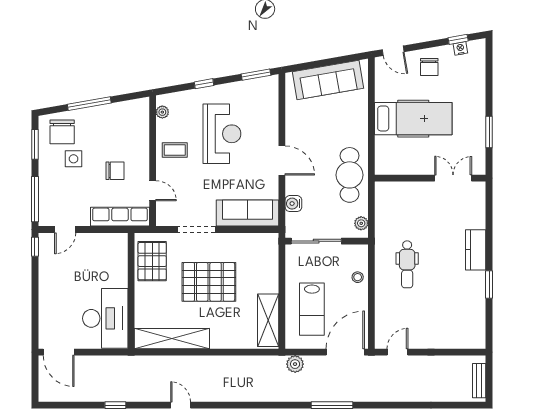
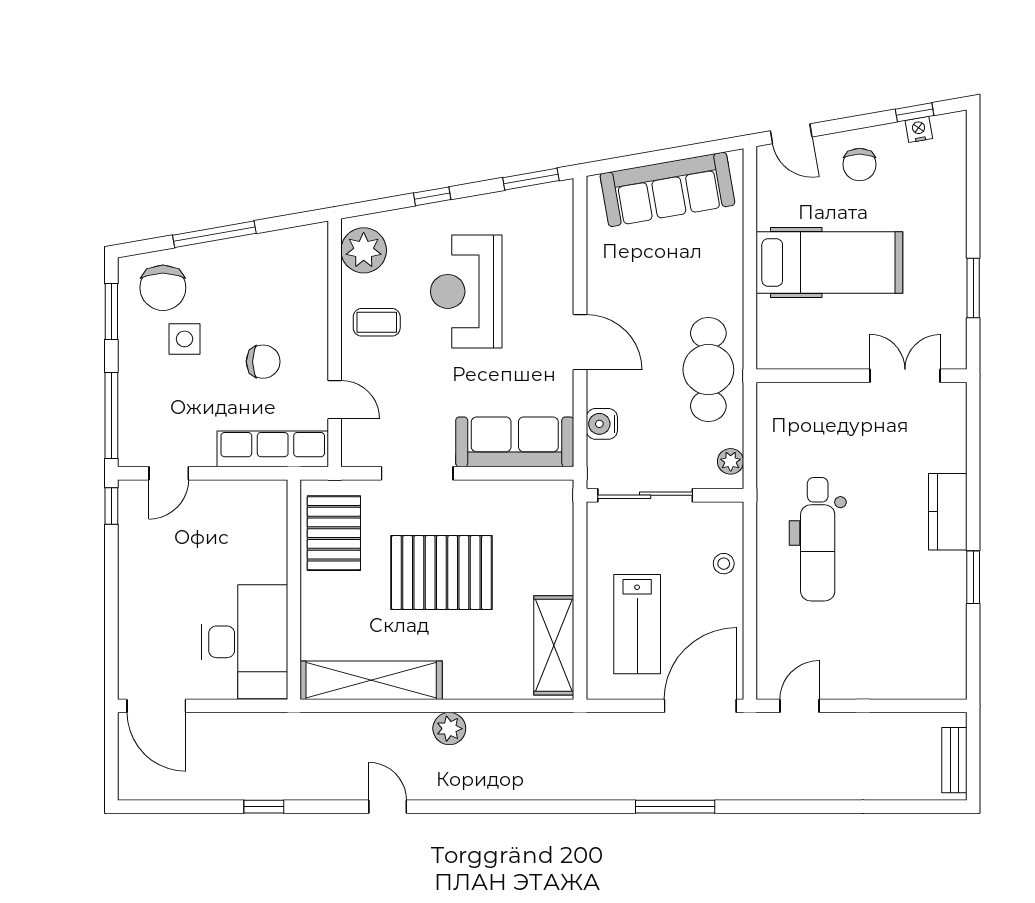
plant: (162, 112) -> (364, 250), width x1.88, depth x1.88
reception desk: (222, 134) -> (466, 291), turned 180
dental chair: (407, 264) -> (818, 539), width x1.36, depth x1.38
plant: (295, 364) -> (449, 729), moved

